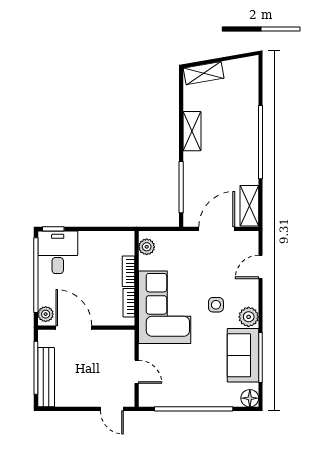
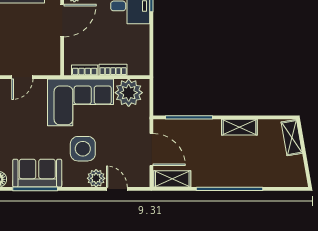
plant: (147, 247) -> (129, 93), width x1.87, depth x1.87
side table: (216, 305) -> (83, 149), width x1.87, depth x1.87
plant: (249, 317) -> (96, 178), moved

